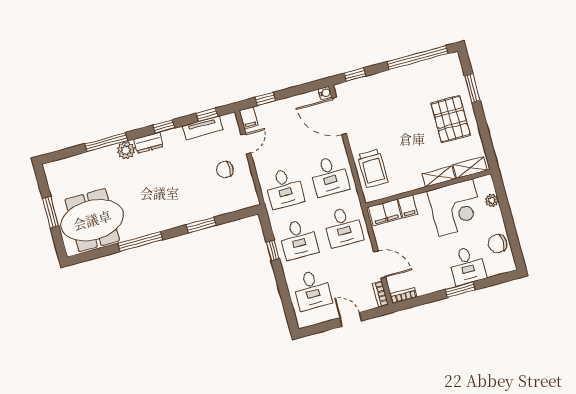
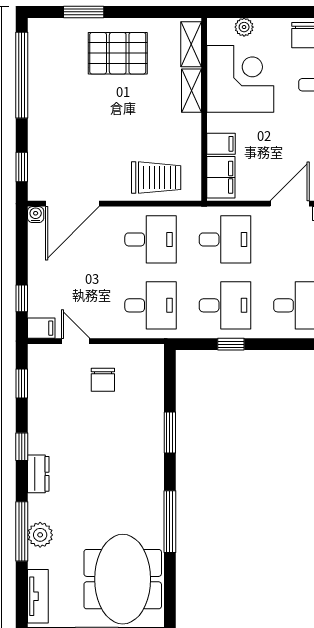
tv unit: (203, 128) -> (38, 596), moved
plant: (126, 150) -> (40, 535), moved

